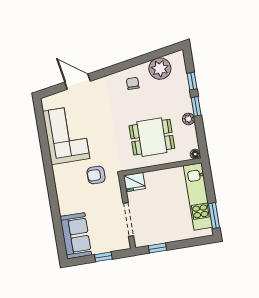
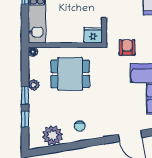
armchair: (96, 175) -> (127, 47), turned -90

